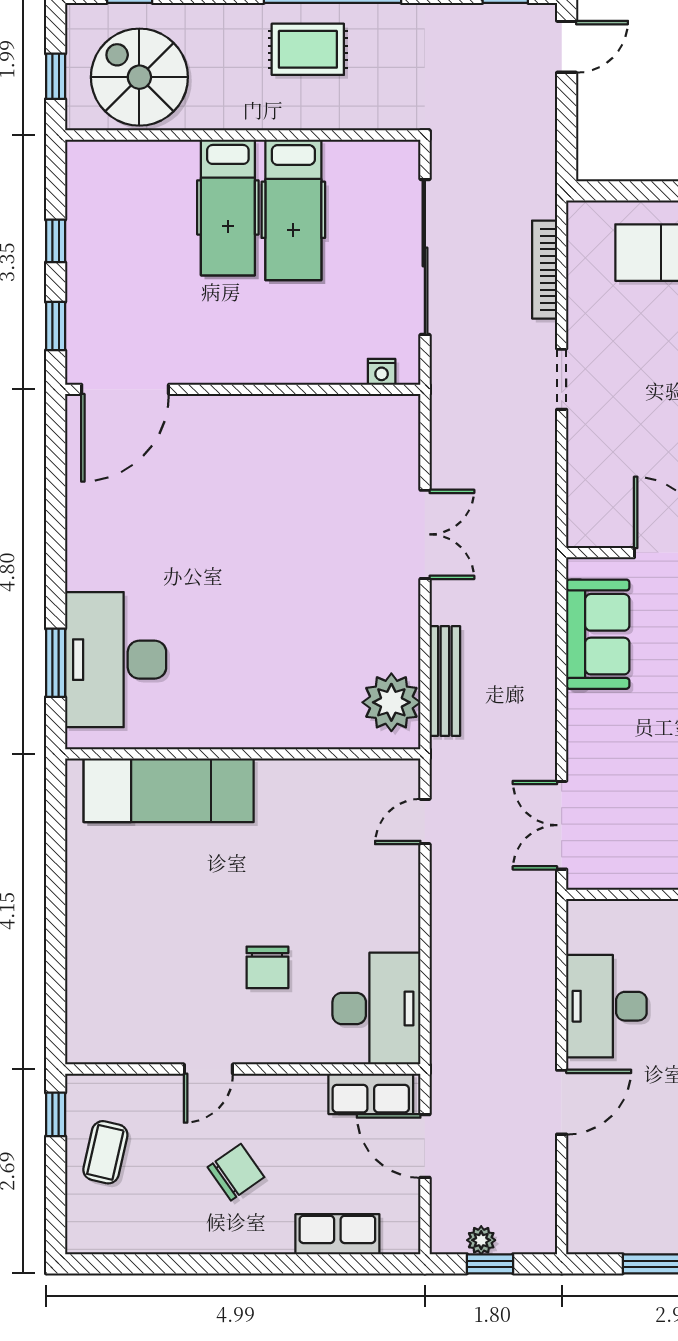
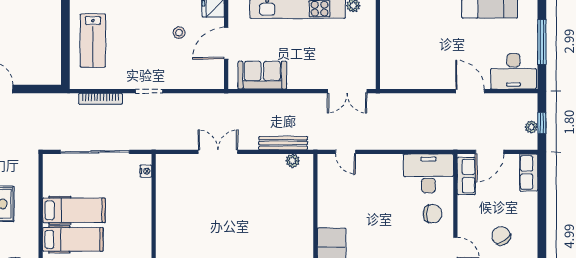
plant: (391, 702) -> (293, 161), width x0.53, depth x0.53
chair: (267, 967) -> (432, 214), moved
desk: (606, 1006) -> (514, 71), moved
row of seats: (337, 1234) -> (529, 173), moved

